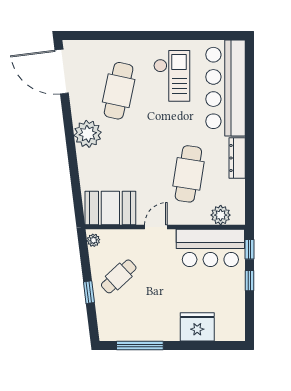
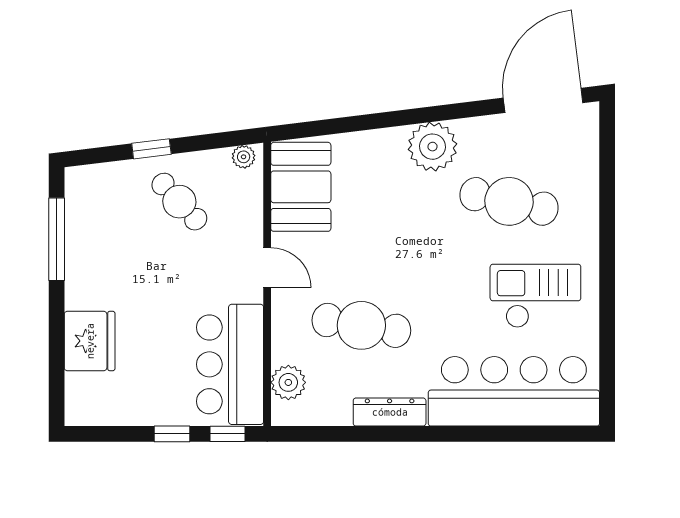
checkout: (172, 76) -> (535, 296), turned 180

